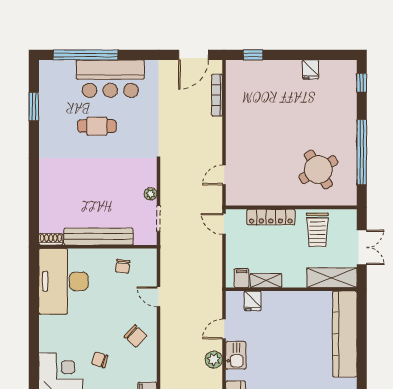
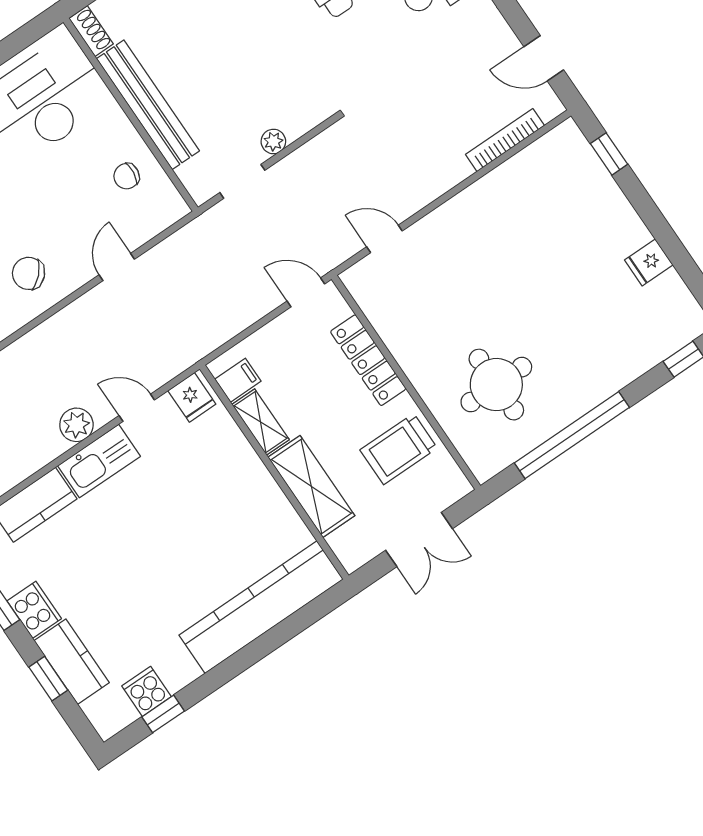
door: (194, 55) -> (544, 58), width x0.73
round table: (318, 170) -> (496, 385), turned 31
door: (224, 224) -> (306, 292), hinge flipped
shelving: (332, 278) -> (311, 486), moved
fridge: (253, 301) -> (192, 397), moved, turned -90
chair: (136, 336) -> (29, 273), turned 93
kitchen sink: (236, 355) -> (99, 461), width x1.38

